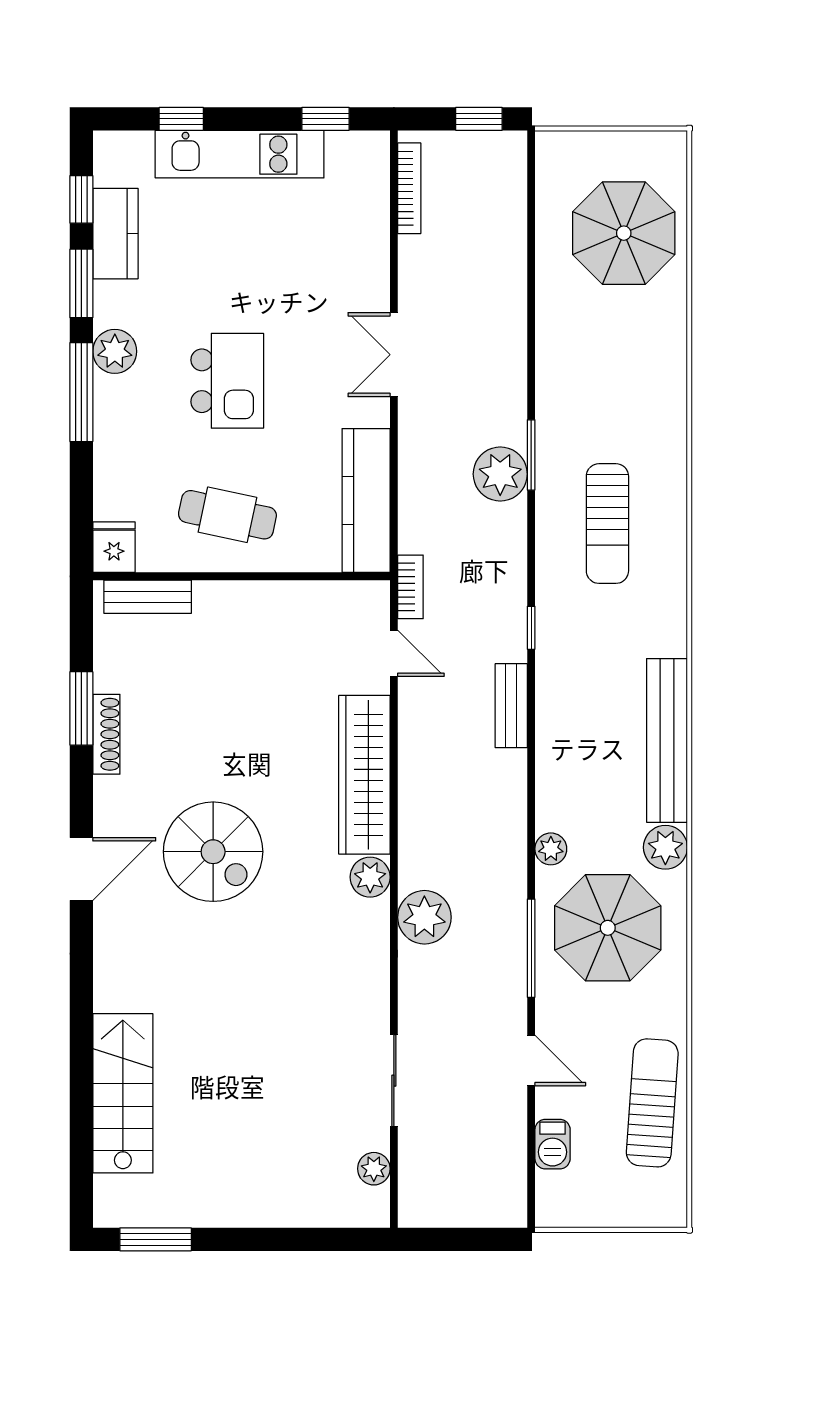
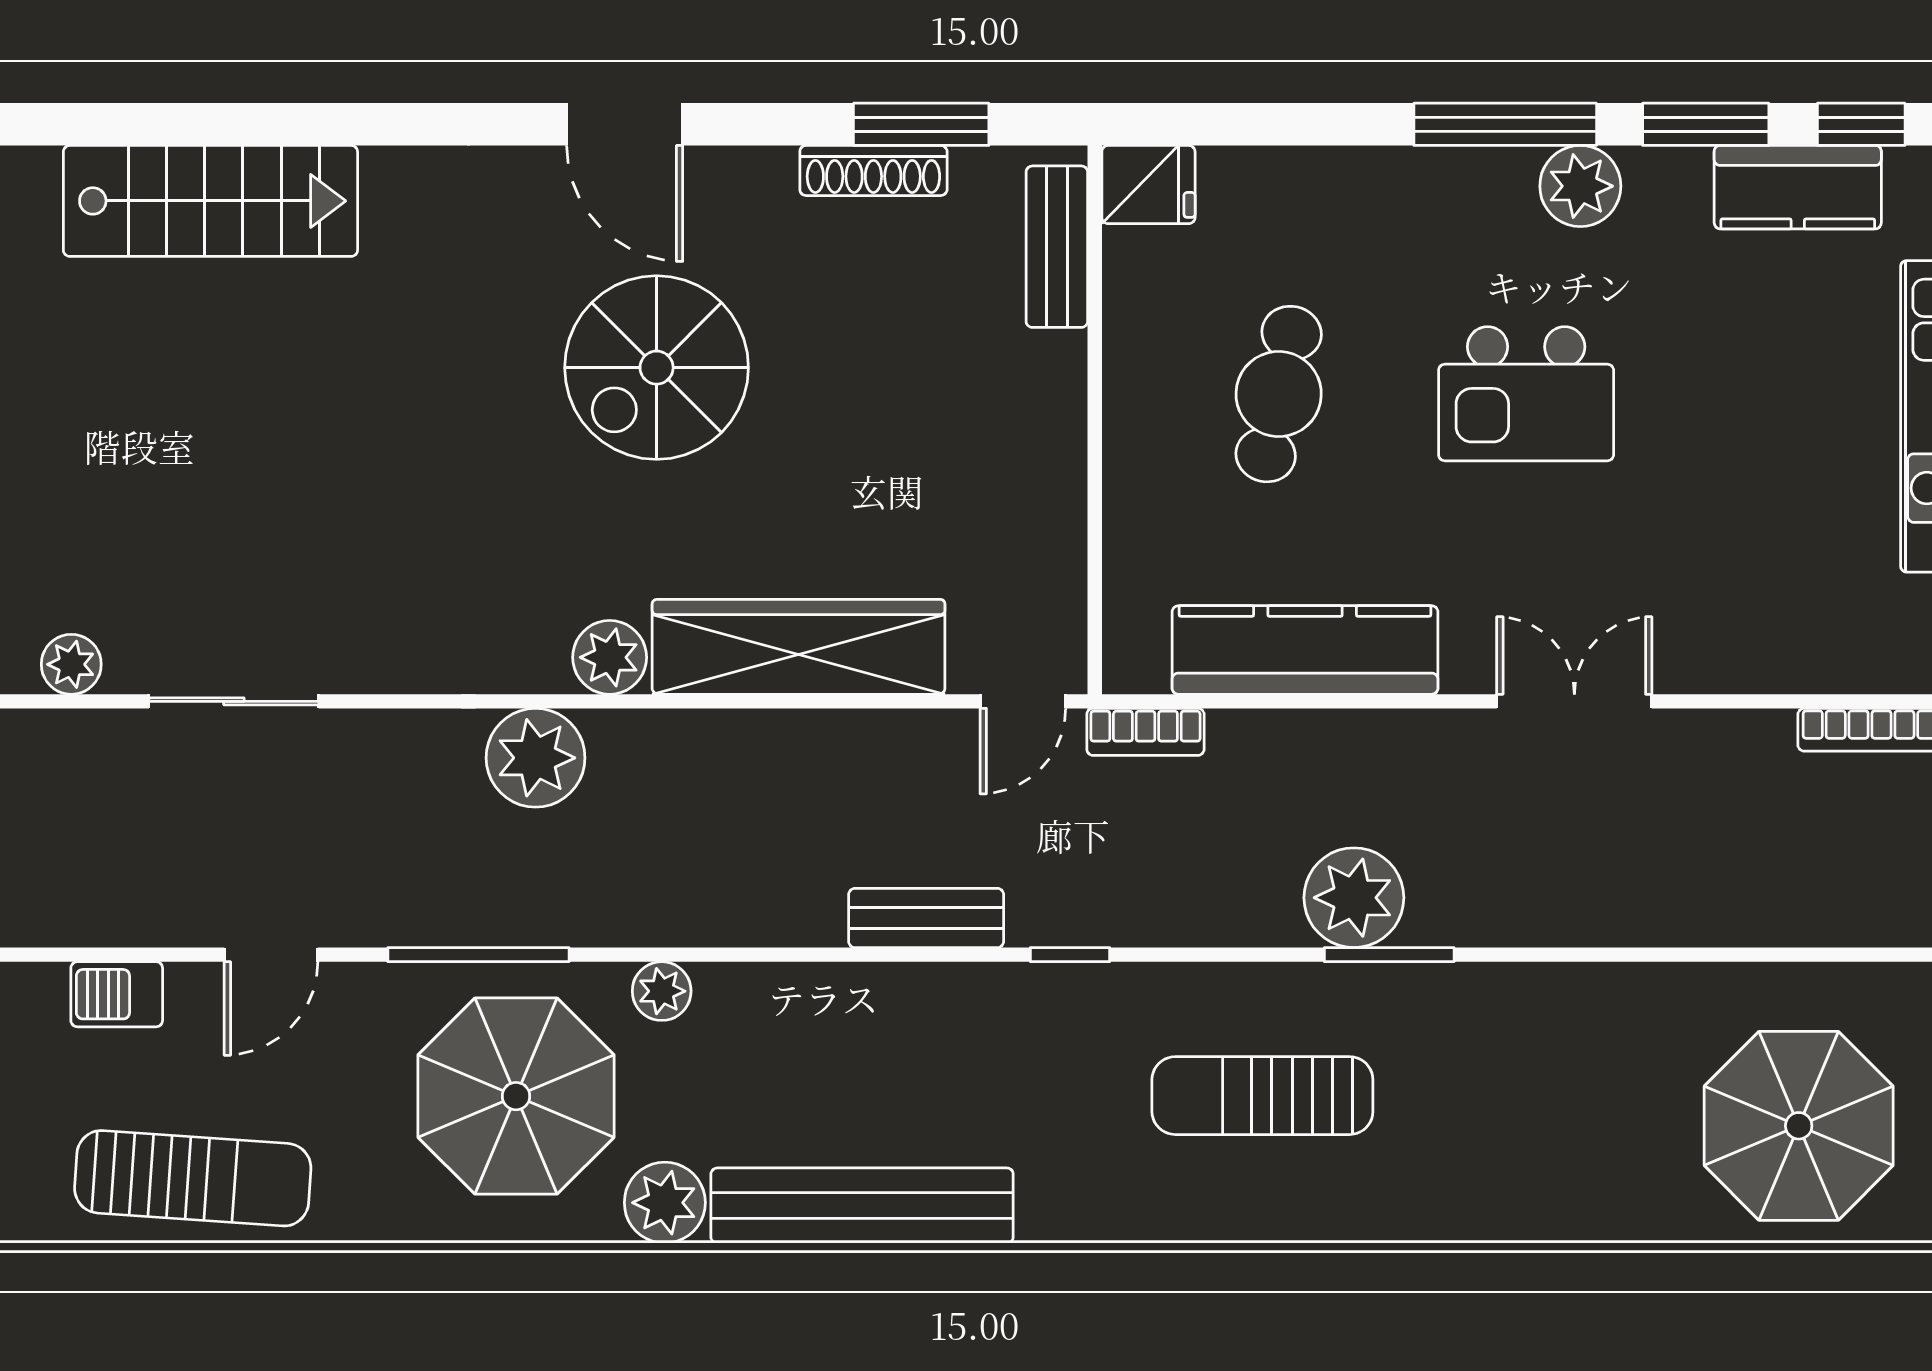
fridge: (114, 547) -> (1148, 185), moved
wall: (241, 576) -> (1095, 420), moved
bench: (148, 597) -> (1057, 247), moved

